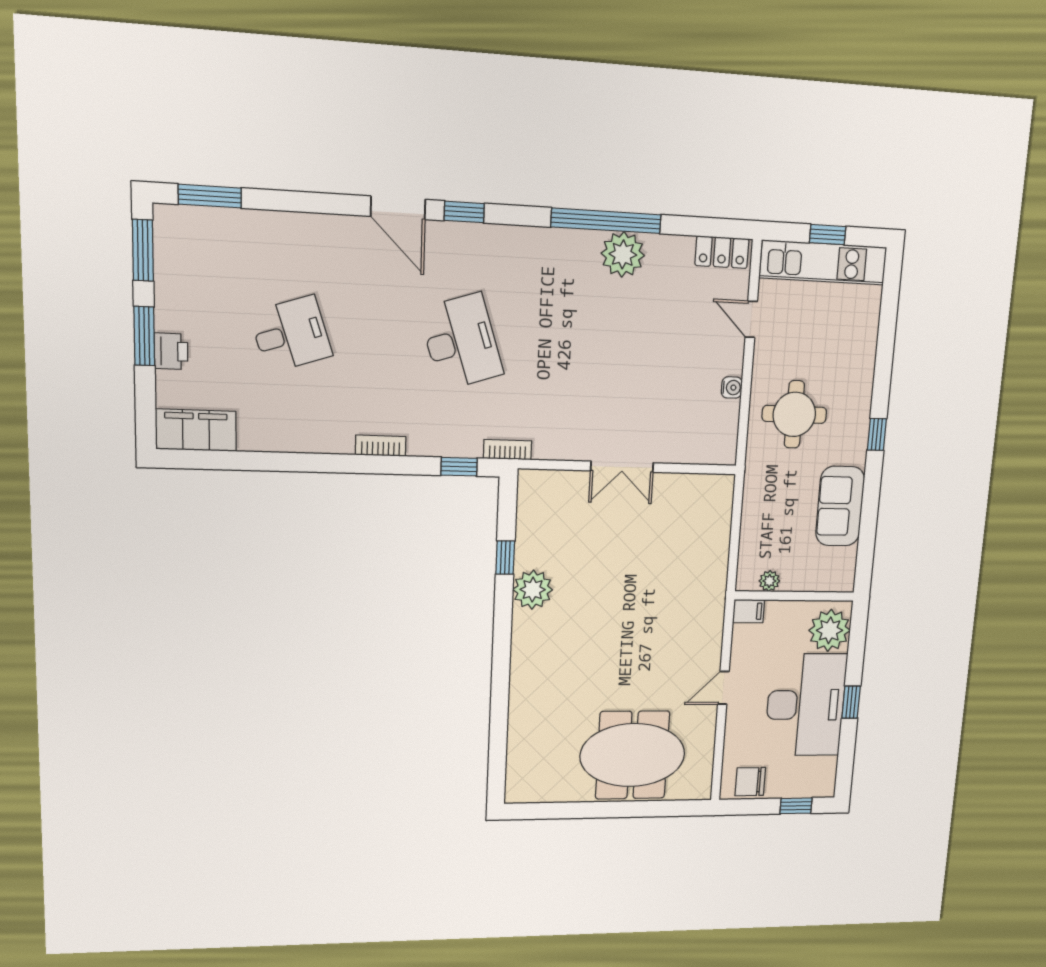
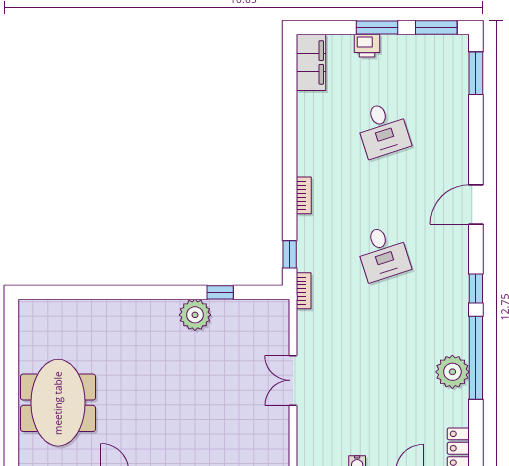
window: (464, 212) -> (476, 288), moved
desk: (461, 342) -> (383, 253), width x0.73

